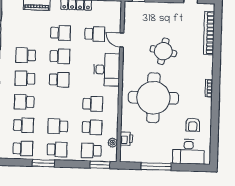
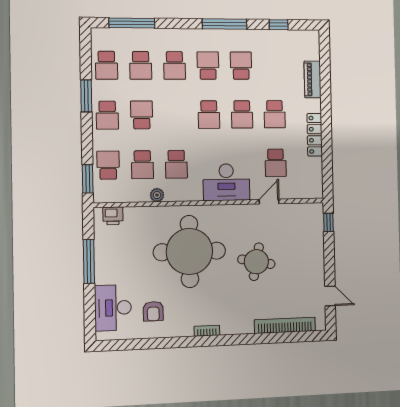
school desk: (24, 102) -> (175, 65), turned 180
armchair: (193, 125) -> (153, 311), turned -90
printer: (126, 139) -> (113, 216), moved
plant: (113, 143) -> (157, 195), moved

